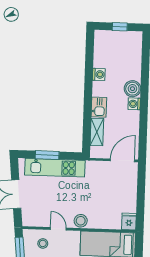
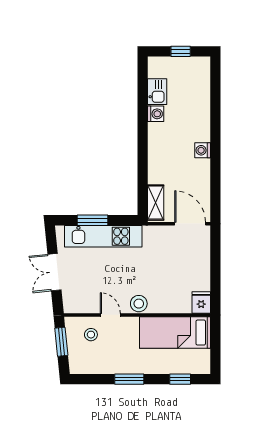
boiler: (132, 89) -> (200, 131), removed
kitchen sink: (99, 107) -> (157, 92), moved
shelving: (97, 132) -> (156, 203), moved
door: (122, 160) -> (190, 224), hinge flipped

